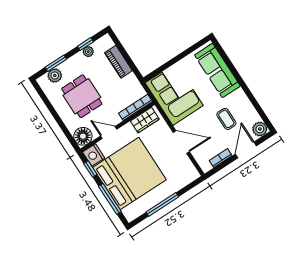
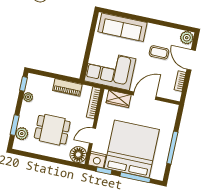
window: (85, 44) -> (24, 84), moved
piano: (118, 62) -> (67, 87), moved
wardrobe: (145, 120) -> (119, 99), moved, turned 90

